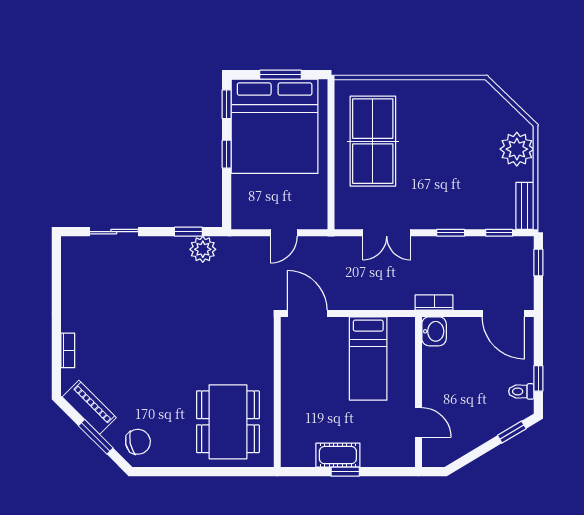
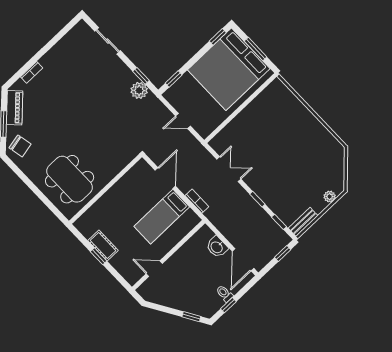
table tennis table: (373, 141) -> (266, 122), removed
plant: (517, 149) -> (330, 197), width x0.53, depth x0.53
window: (227, 154) -> (174, 79), moved
double door: (387, 233) -> (229, 169), swing flipped
bookcase: (434, 303) -> (197, 201), moved
door: (307, 313) -> (165, 178), moved
washbasin: (434, 331) -> (217, 247), moved, turned 90
toilet: (521, 391) -> (224, 293), moved
dining table: (228, 422) -> (70, 179), turned 90
door: (418, 422) -> (154, 269), swing flipped

